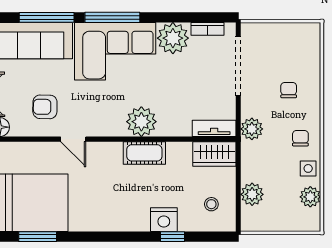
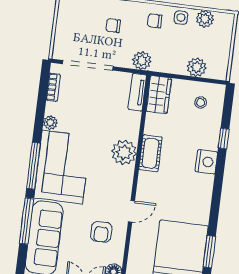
plant: (173, 38) -> (50, 123), width x0.53, depth x0.53
nightstand: (164, 220) -> (206, 162), moved

